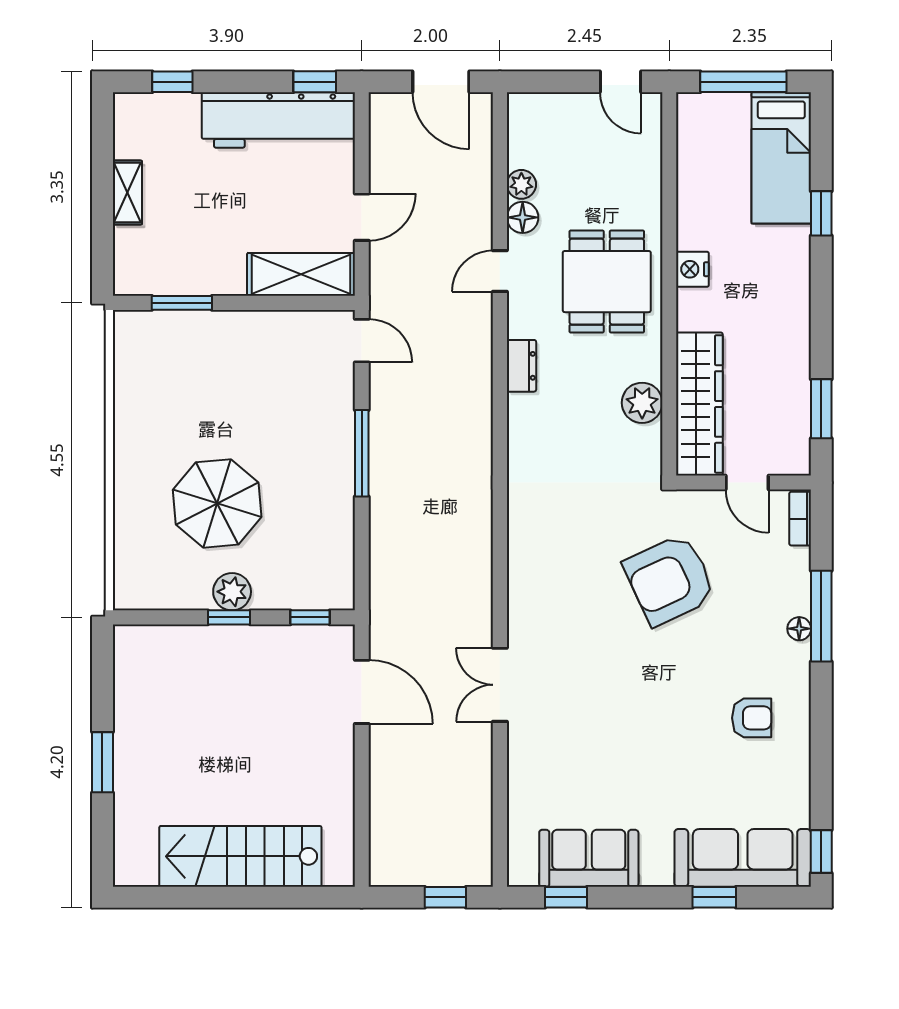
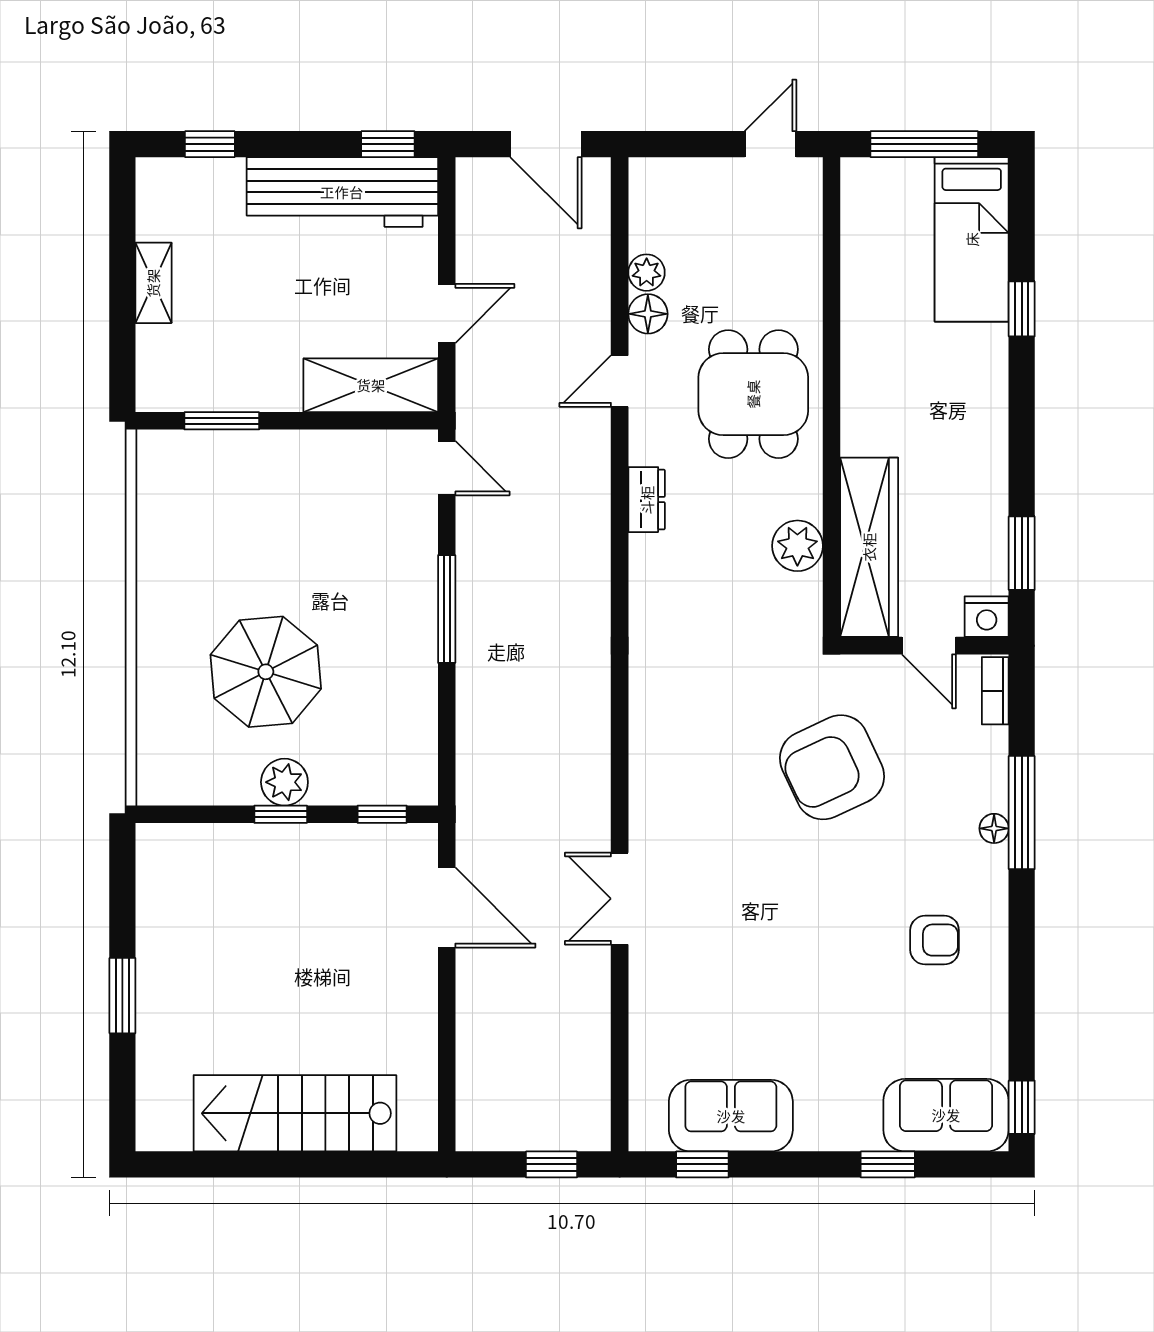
door: (620, 82) -> (770, 144), swing flipped
nightstand: (692, 269) -> (987, 617), moved, turned -90
sofa: (743, 858) -> (946, 1115), width x0.73

